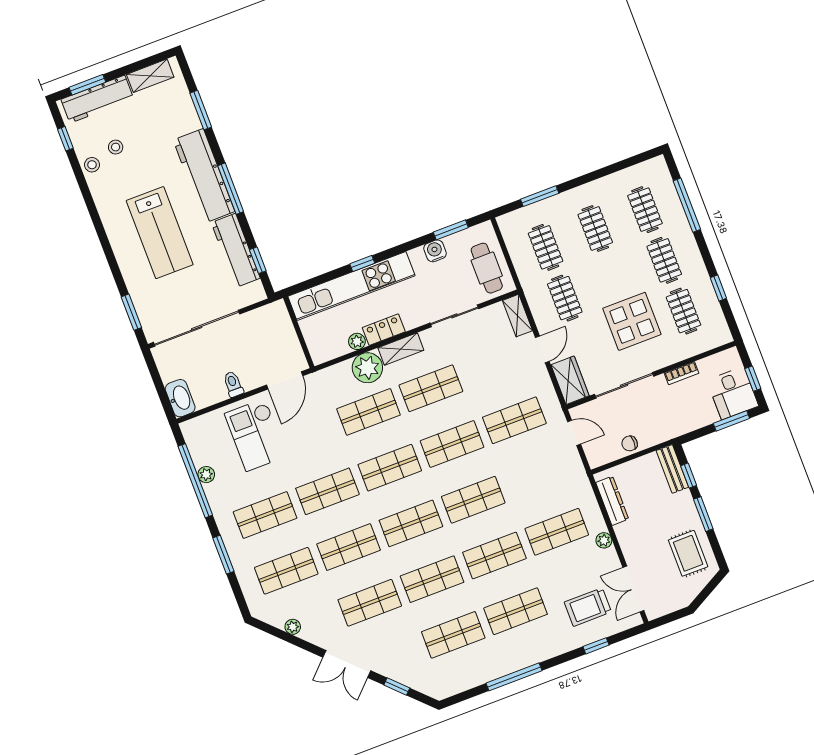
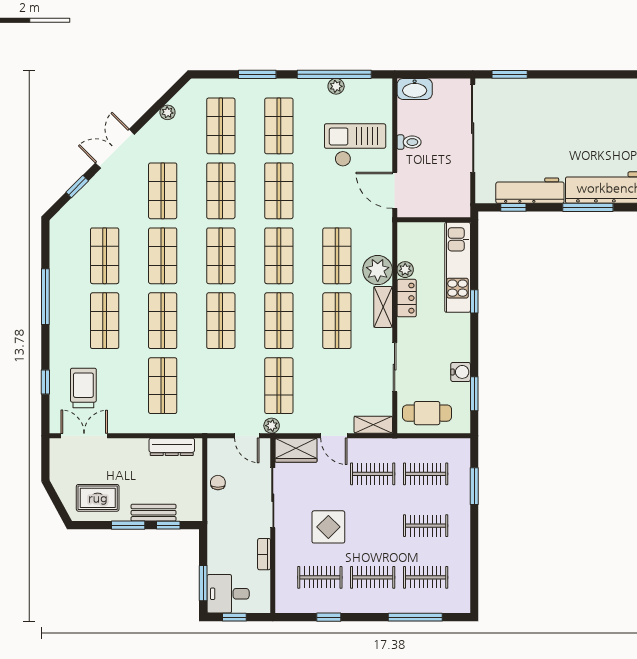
lab bench: (160, 233) -> (572, 128), removed
kitchen unit: (351, 286) -> (458, 267), width x0.73
display table: (632, 321) -> (328, 527), width x0.73, depth x0.73
door: (574, 433) -> (247, 436), hinge flipped
bench: (672, 469) -> (154, 513), moved
plant: (604, 540) -> (272, 426), moved

